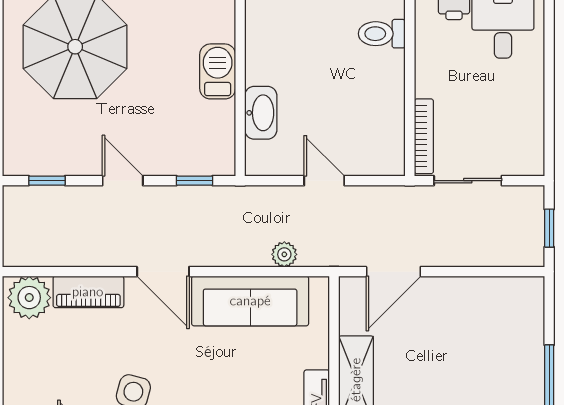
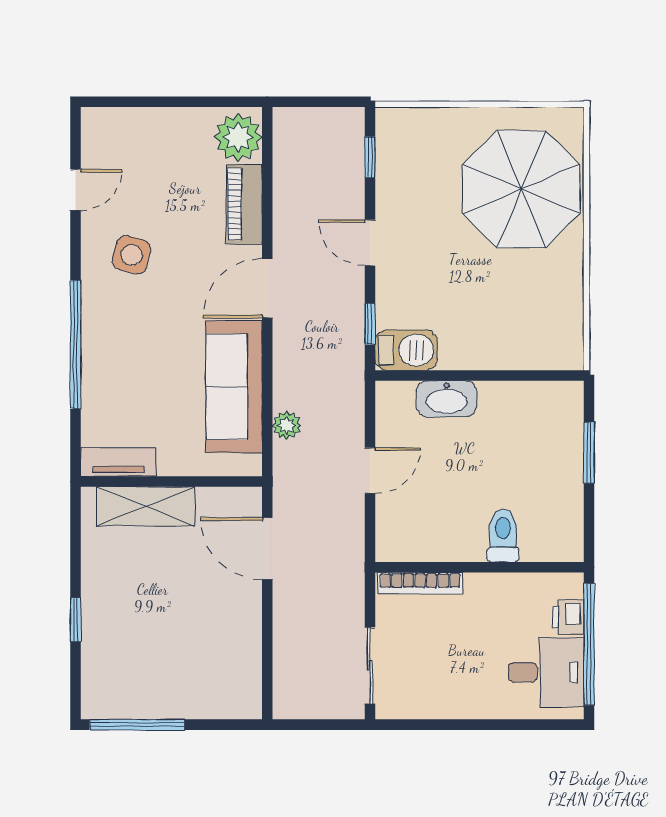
toilet: (382, 34) -> (503, 536), moved
barbecue: (218, 71) -> (406, 350), moved
door: (123, 181) -> (370, 243), swing flipped
sliding door: (468, 181) -> (370, 666), moved
window: (549, 228) -> (316, 725), removed

